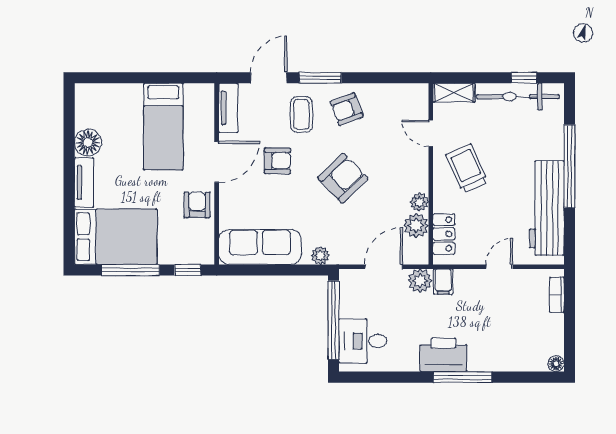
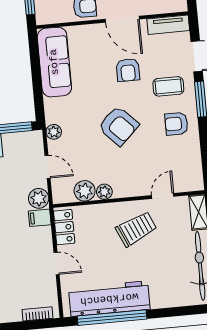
armchair: (347, 109) -> (176, 124), turned -69
window: (569, 166) -> (112, 318), moved
locker: (444, 234) -> (64, 227), moved, turned -90
plant: (320, 256) -> (54, 132), moved
door: (384, 267) -> (48, 167), width x0.73

